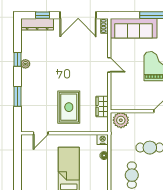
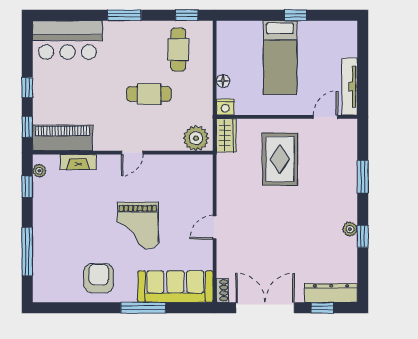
door: (109, 65) -> (215, 227), hinge flipped
wardrobe: (102, 106) -> (226, 135), moved
tv unit: (26, 152) -> (350, 87), added

